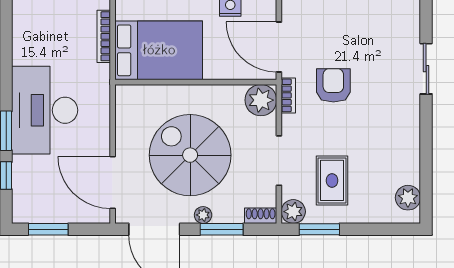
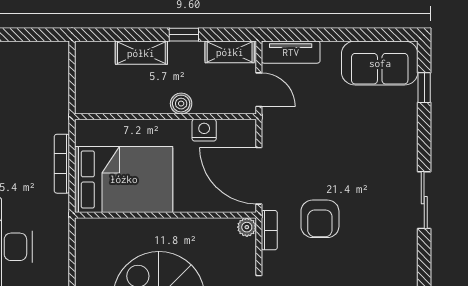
armchair: (333, 85) -> (320, 219), turned 180
plant: (261, 100) -> (247, 227), width x0.53, depth x0.53

